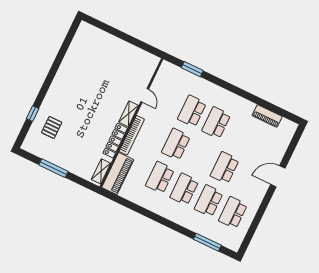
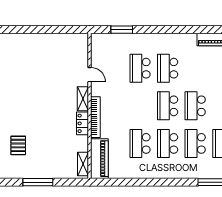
locker: (115, 141) -> (83, 123), width x0.66
school desk: (176, 144) -> (168, 106), moved

